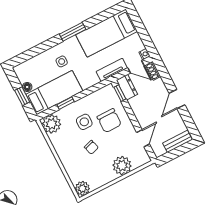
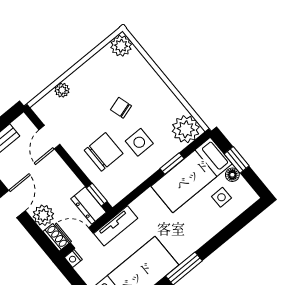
side table: (62, 61) -> (222, 197), moved
plant: (158, 87) -> (43, 215), added
chair: (109, 121) -> (104, 152), turned 90
plant: (122, 166) -> (62, 90), width x0.53, depth x0.53

